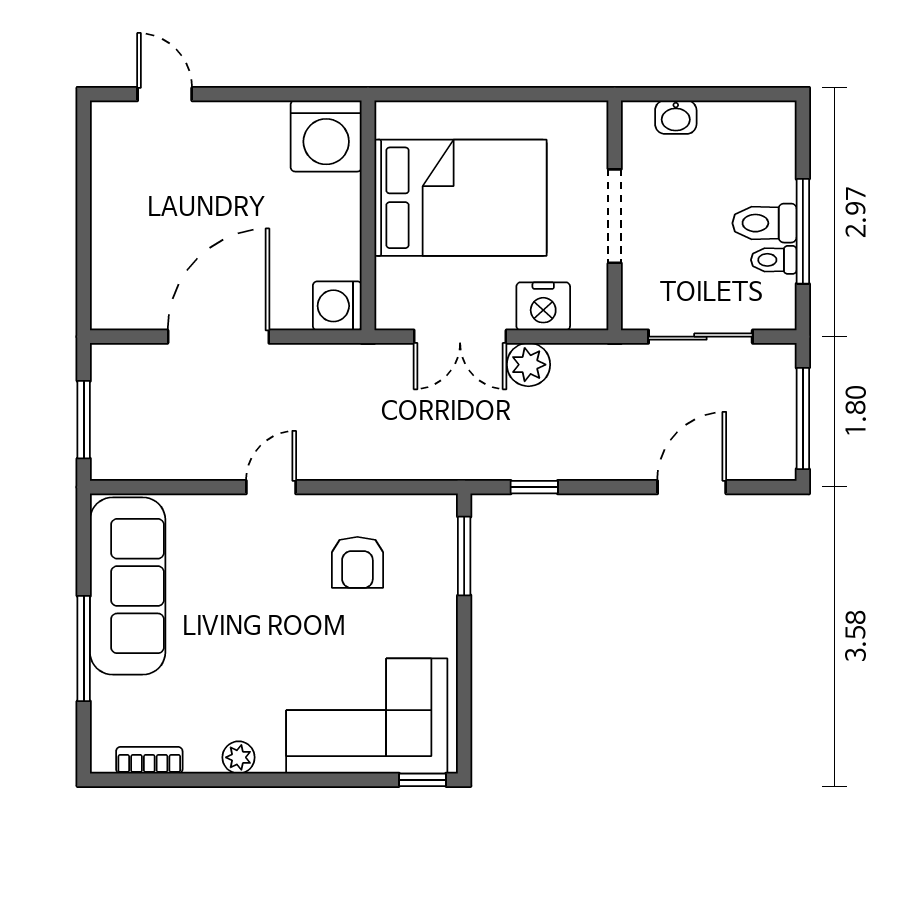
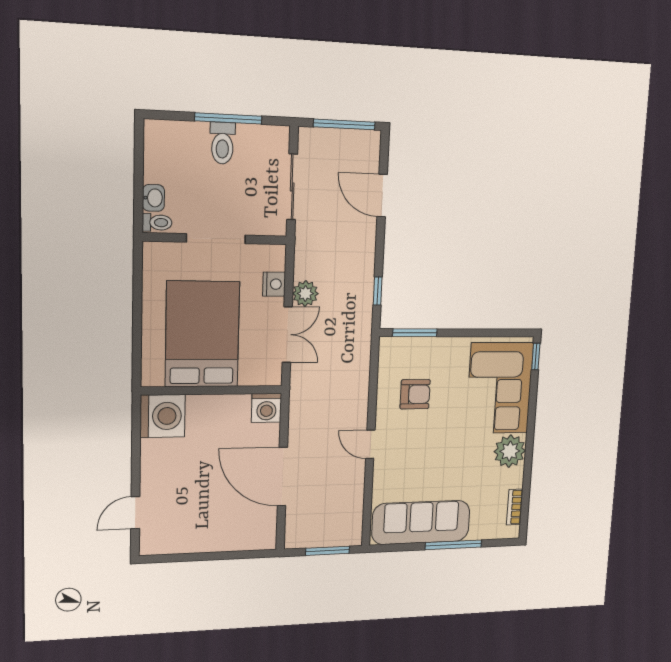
toilet: (774, 260) -> (157, 222), moved, turned -90
nightstand: (543, 306) -> (274, 284), width x0.74, depth x0.75
plant: (239, 757) -> (510, 451), width x1.88, depth x1.88

